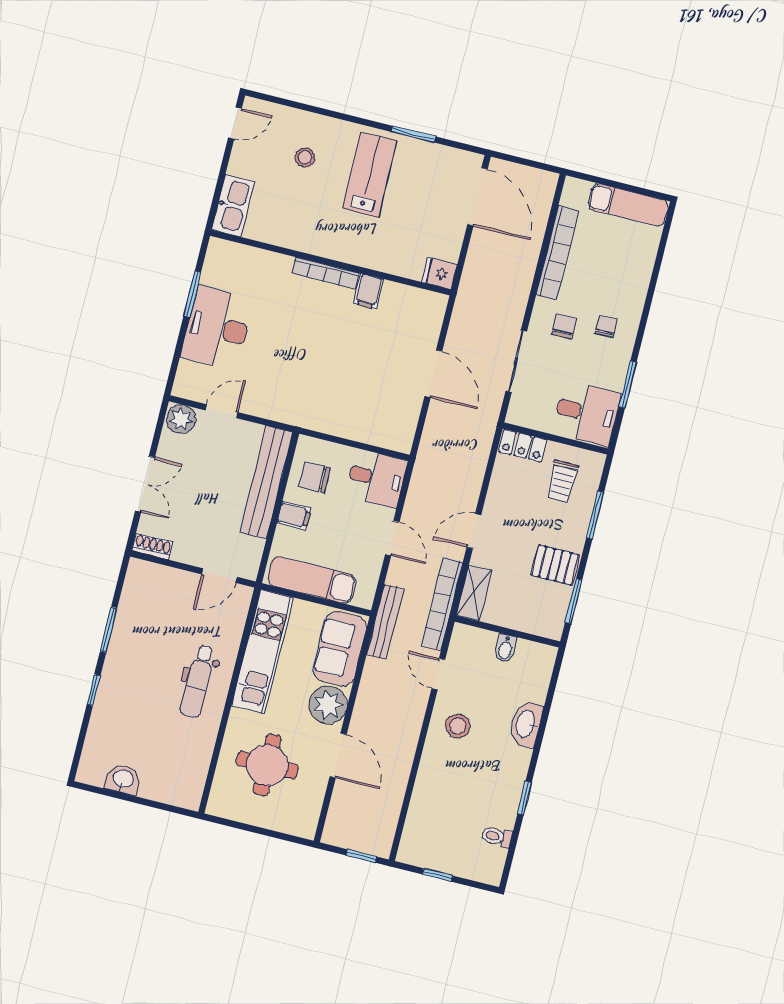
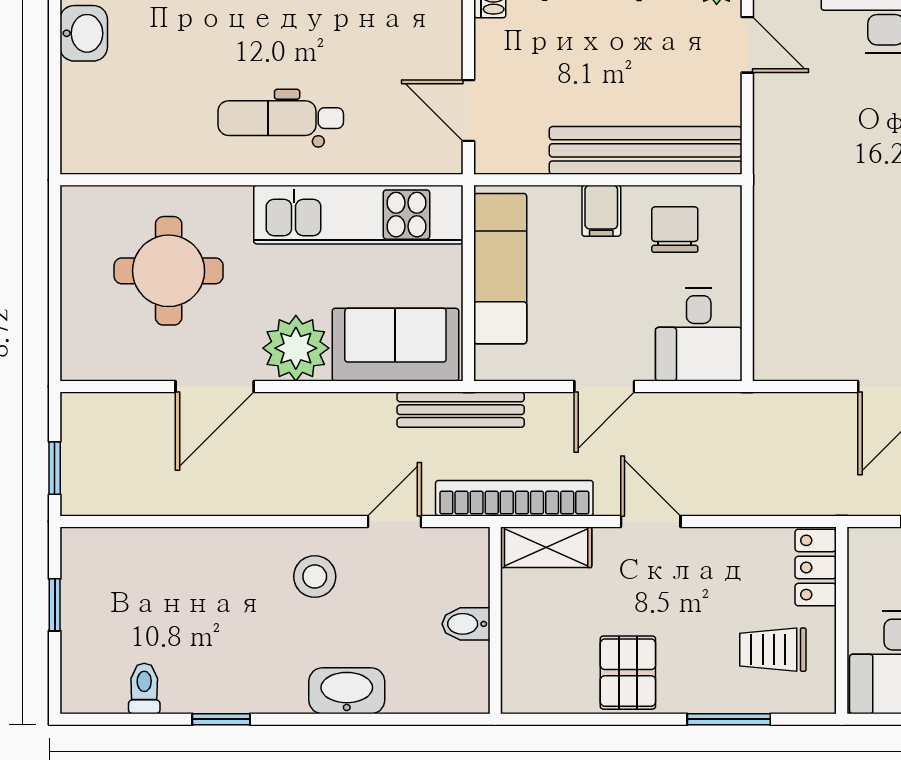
window: (574, 601) -> (574, 719), removed

